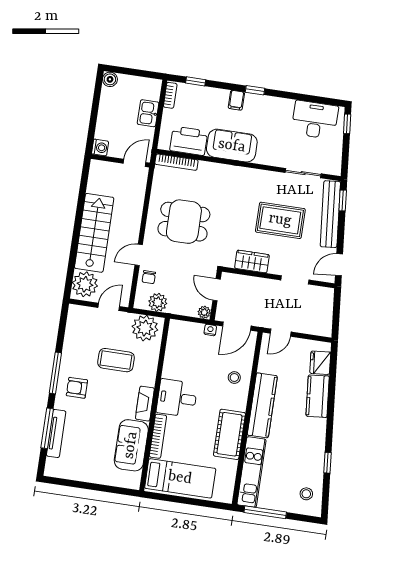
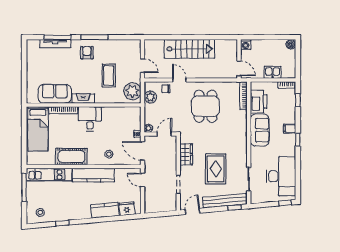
desk: (315, 120) -> (281, 176), width x1.36, depth x1.30
door: (339, 265) -> (192, 211), hinge flipped
plant: (85, 284) -> (155, 48), removed

